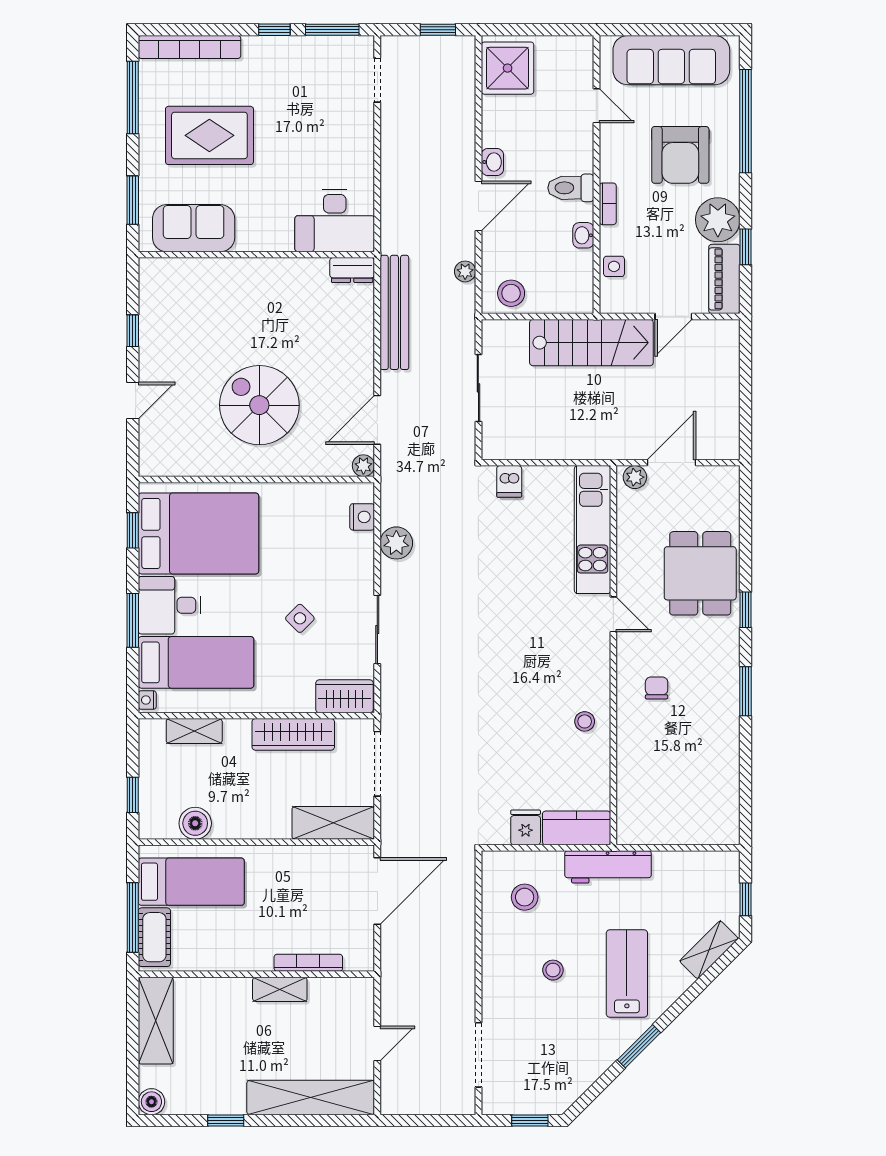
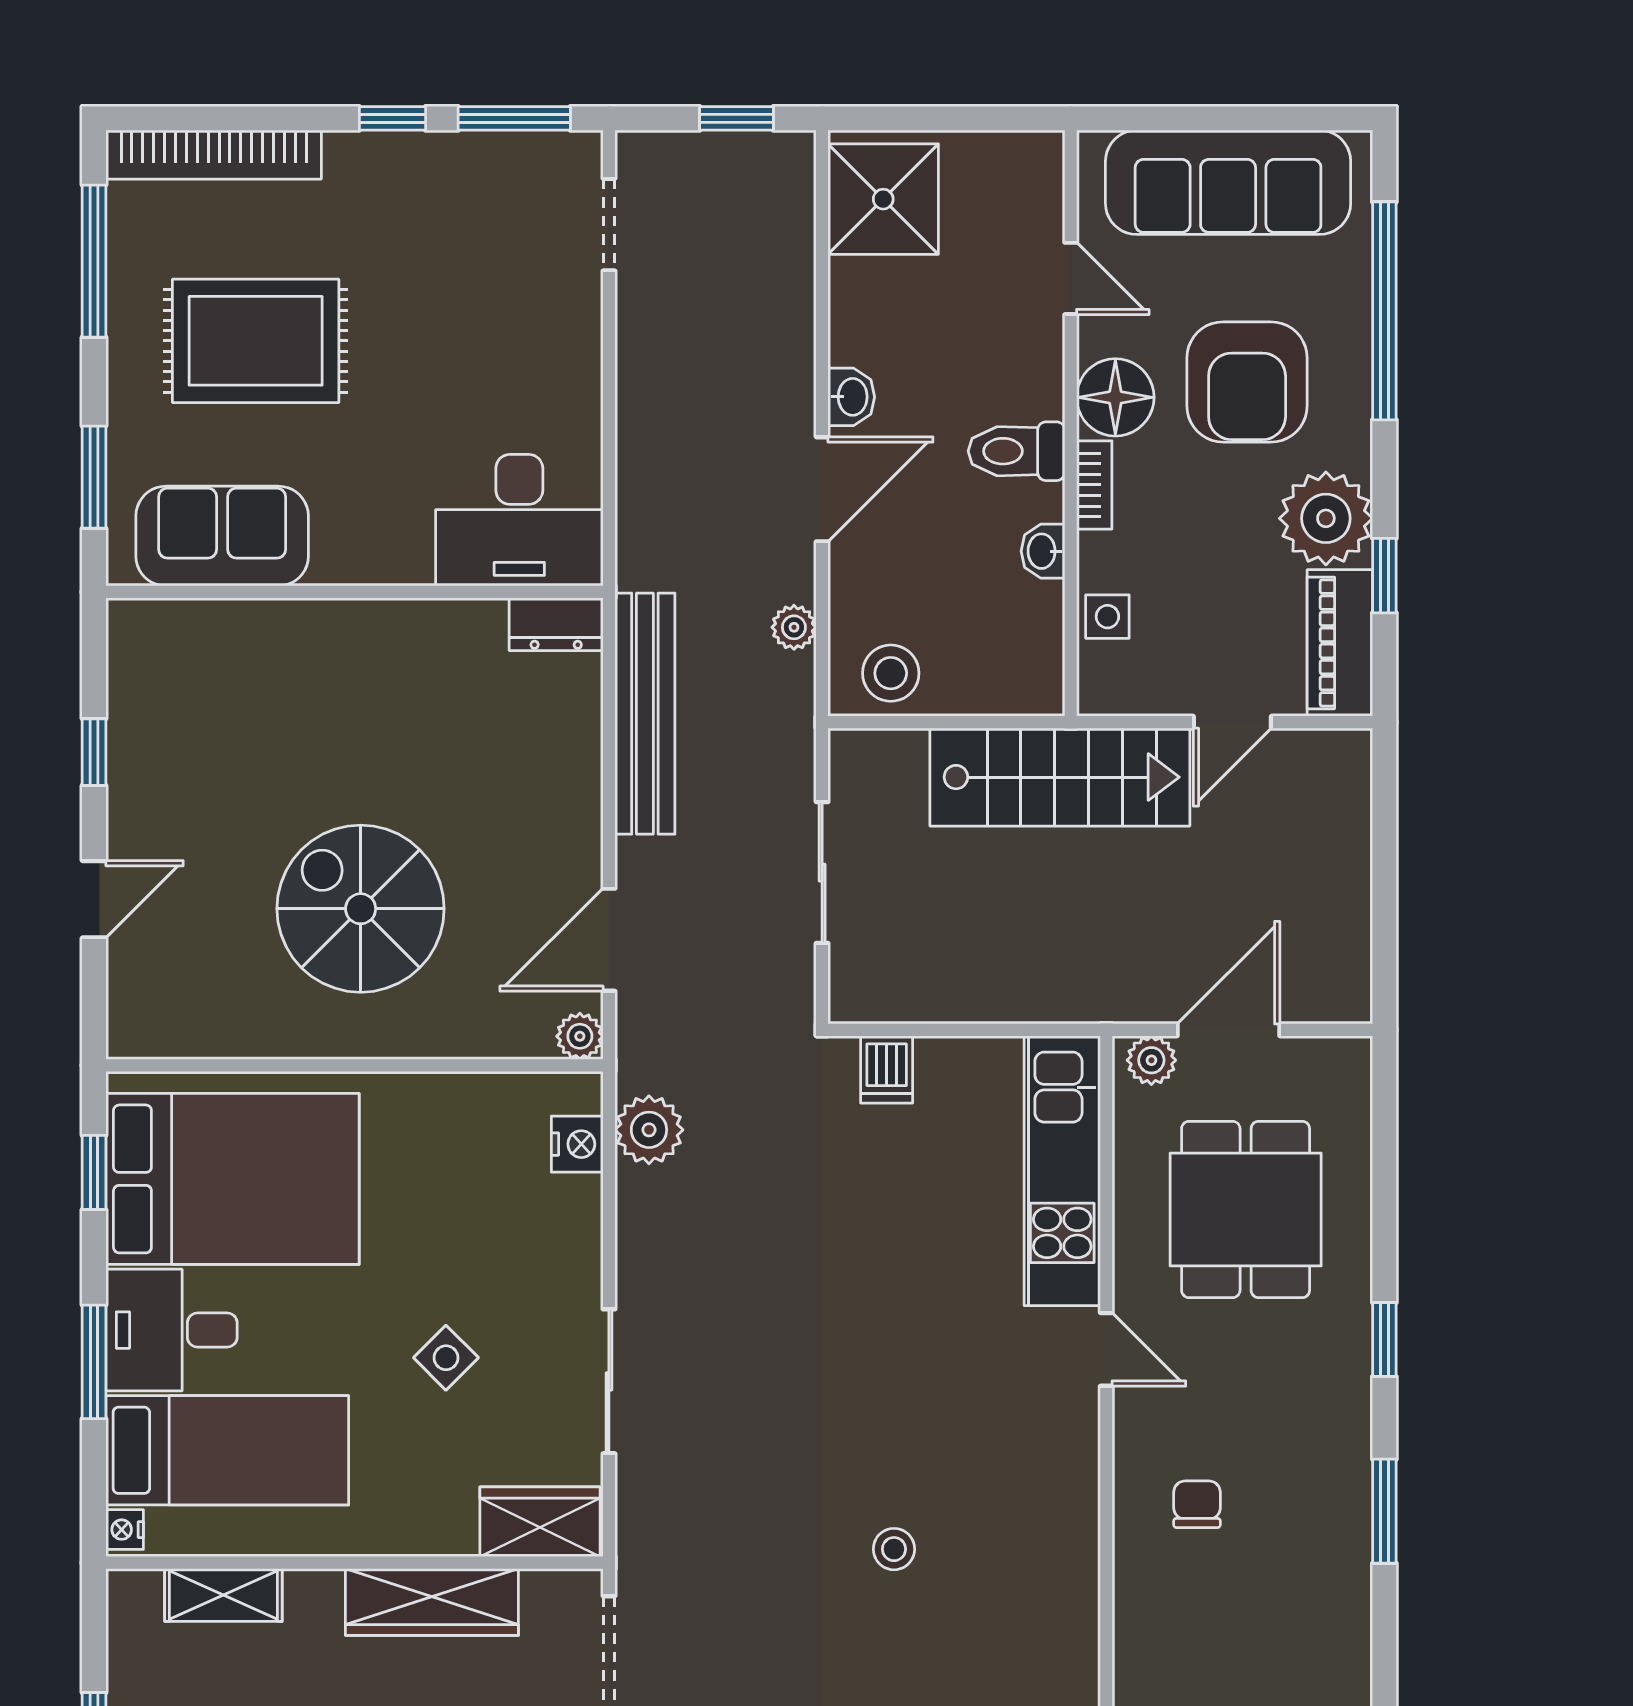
floor lamp: (618, 162) -> (1115, 397), added
plant: (396, 543) -> (649, 1130), moved
dining table: (700, 573) -> (1246, 1209), moved
stool: (585, 721) -> (894, 1549), moved

